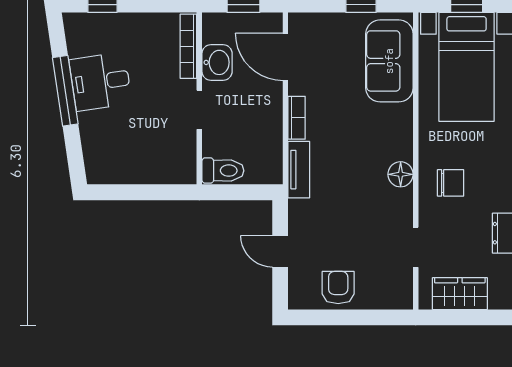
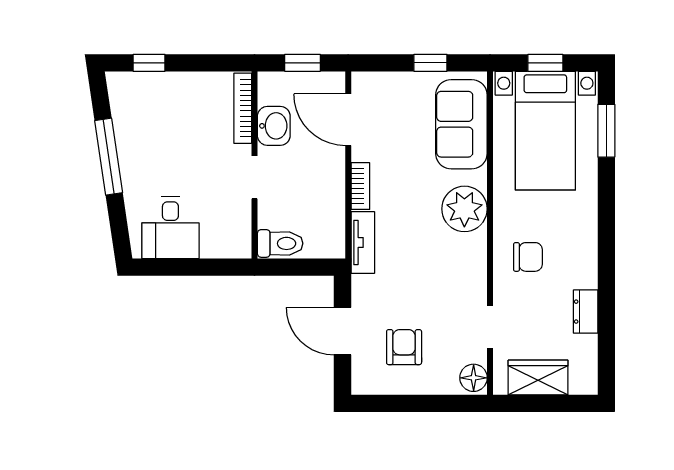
desk: (100, 82) -> (170, 228), moved, turned -82
plant: (392, 139) -> (464, 209), added
floor lamp: (401, 174) -> (474, 378), moved
door: (280, 251) -> (342, 331), width x1.38
armchair: (338, 287) -> (404, 347), moved

